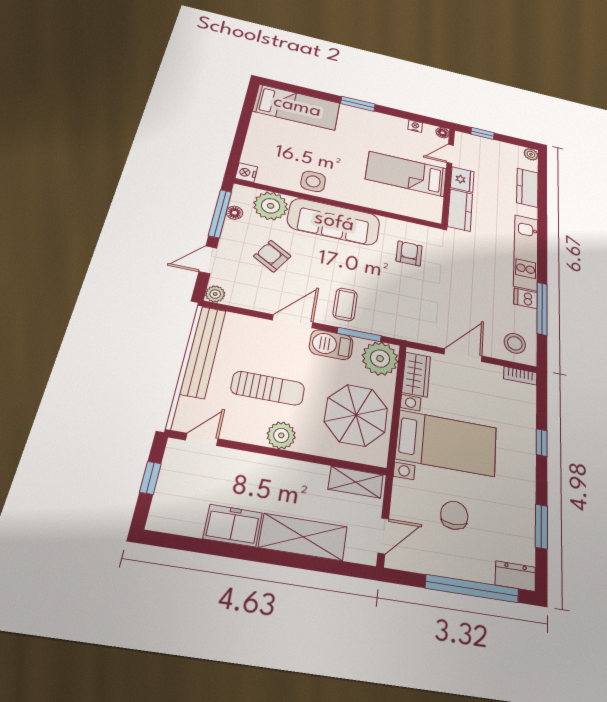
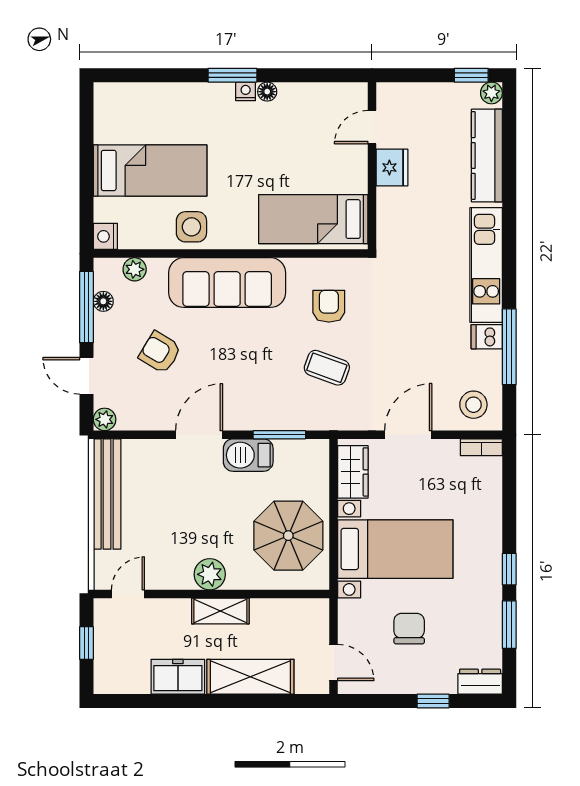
bed: (297, 107) -> (150, 170), moved
nightstand: (415, 126) -> (246, 91), moved
floor lamp: (443, 133) -> (267, 92), moved
window: (482, 133) -> (471, 75), moved
bed: (406, 174) -> (313, 219), moved
kitchen counter: (527, 188) -> (487, 156), width x1.50
plant: (271, 206) -> (135, 269), width x0.53, depth x0.53
kitchen counter: (460, 210) -> (392, 220), removed
door: (208, 260) -> (86, 376), hinge flipped
coffee table: (345, 304) -> (327, 368), moved, turned -70
plant: (380, 359) -> (308, 461), removed
sun lounger: (268, 388) -> (186, 523), removed
window: (542, 443) -> (509, 569), moved
shelving: (356, 482) -> (220, 611), moved
door: (383, 536) -> (334, 662), hinge flipped
window: (472, 589) -> (433, 701), width x0.32

